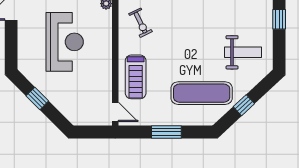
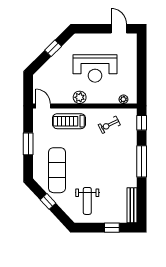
plant: (104, 63) -> (80, 97), added
door: (115, 112) -> (43, 106), swing flipped

